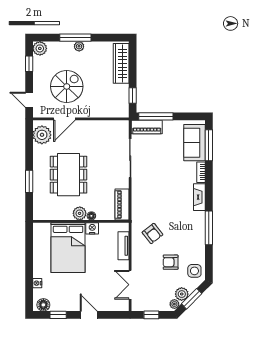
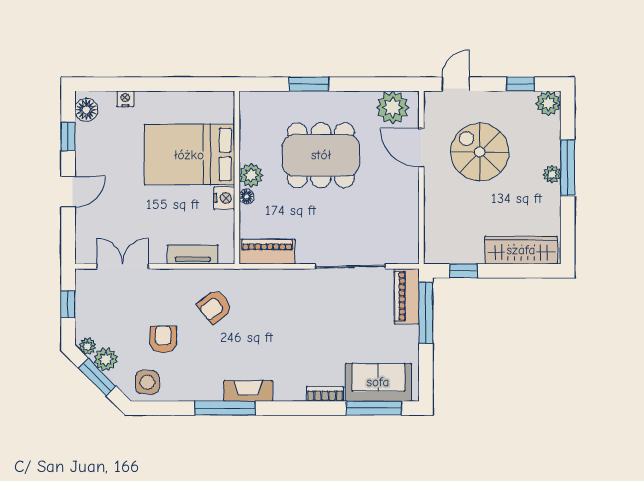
spiral stairs: (67, 86) -> (480, 152), turned 180
fireplace: (199, 197) -> (248, 391), moved

